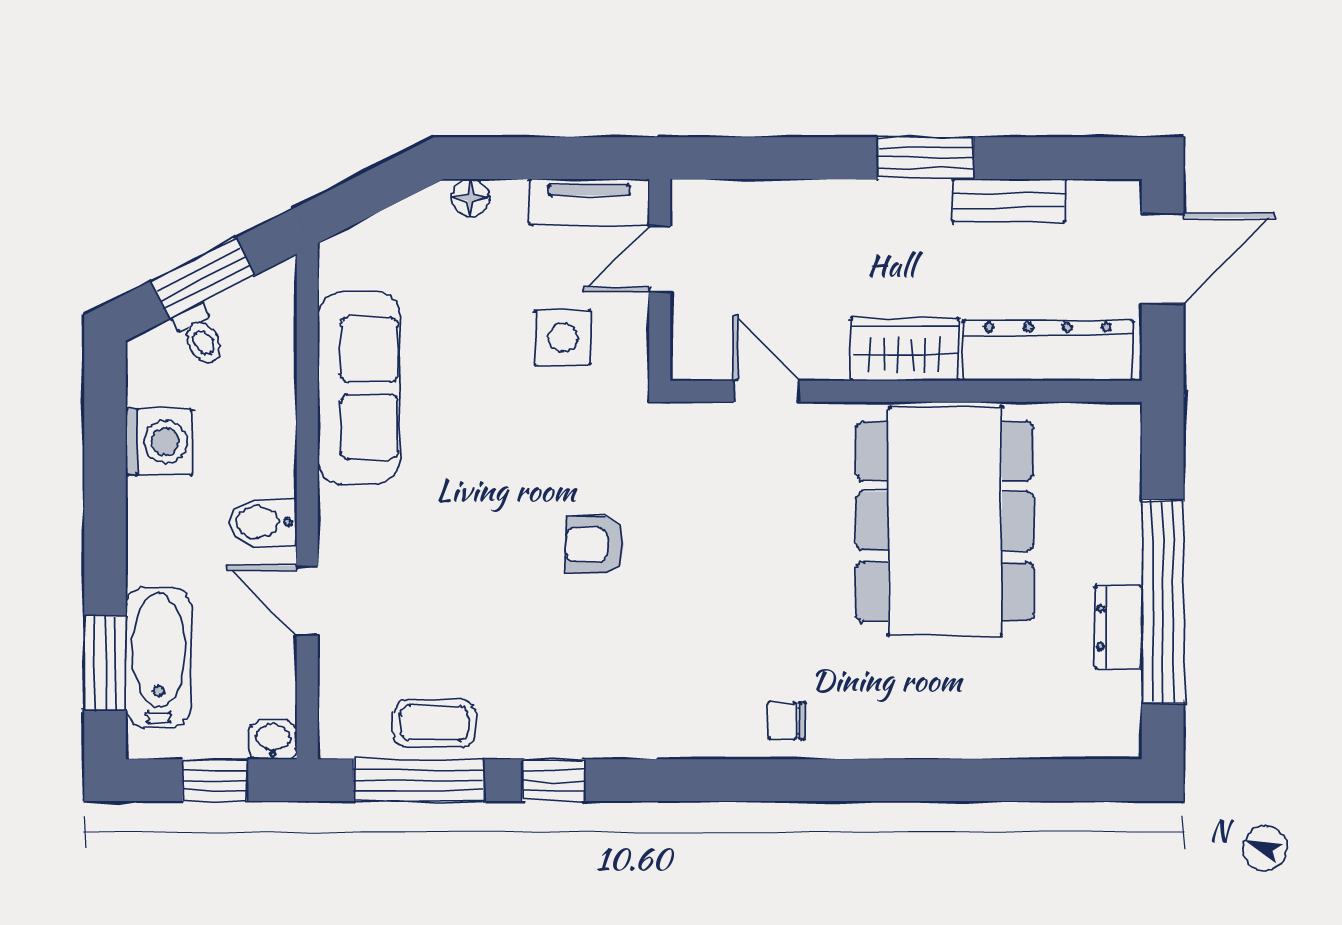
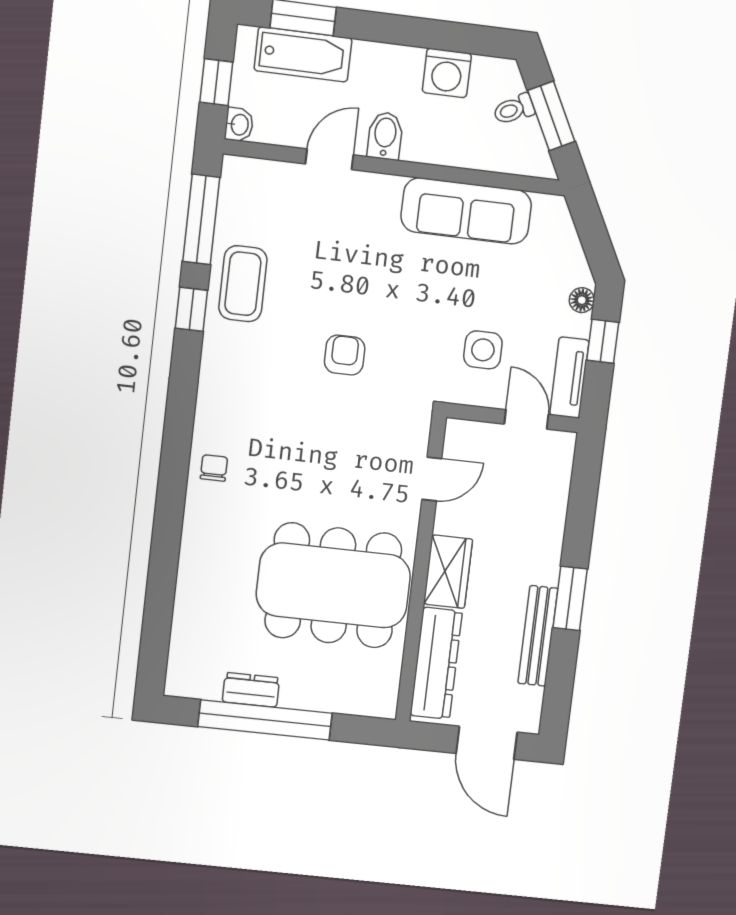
window: (529, 158) -> (603, 341), added
bench: (1009, 200) -> (538, 636), width x1.36
coffee table: (434, 723) -> (243, 284), moved, width x1.36, depth x1.30

